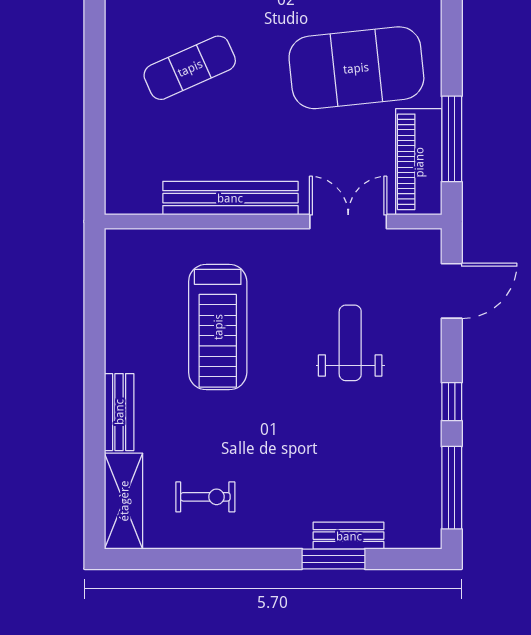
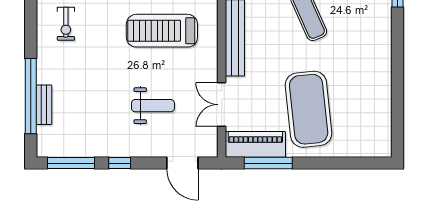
double door: (348, 222) -> (222, 105), swing flipped
window: (333, 559) -> (31, 96), width x2.11

